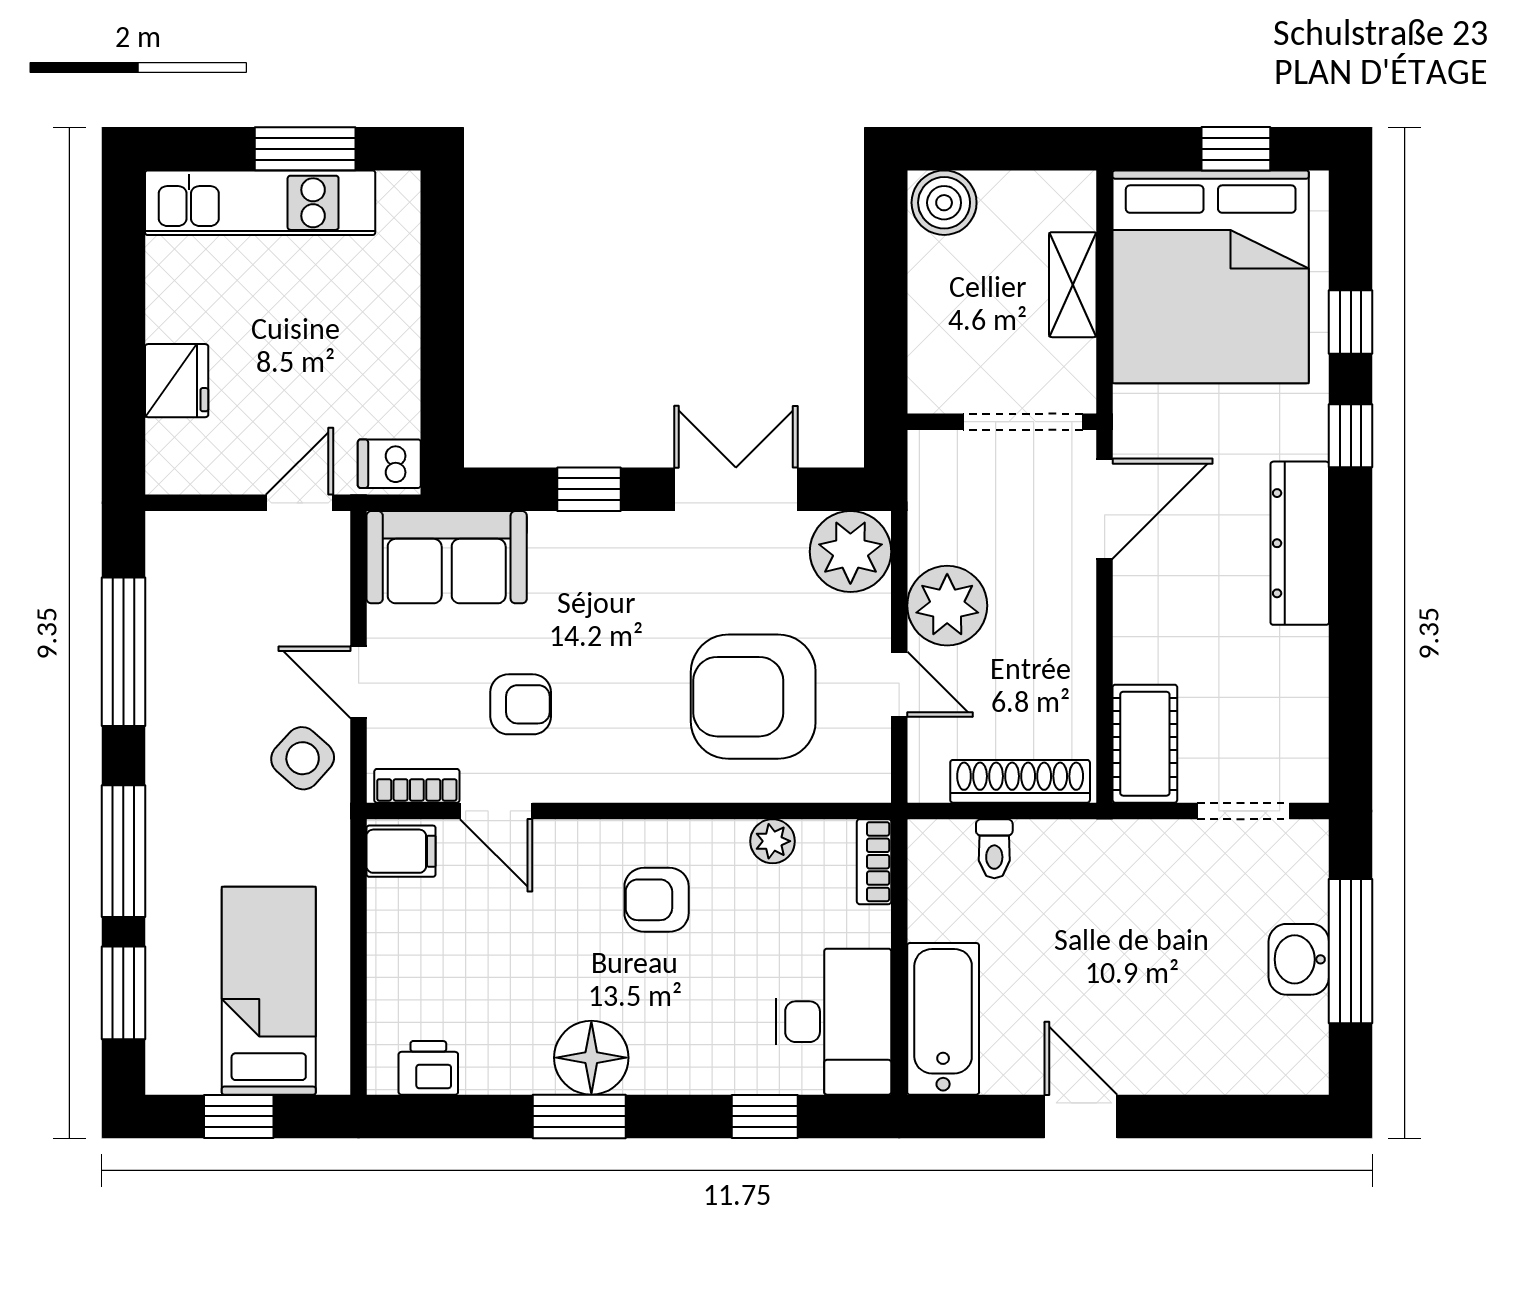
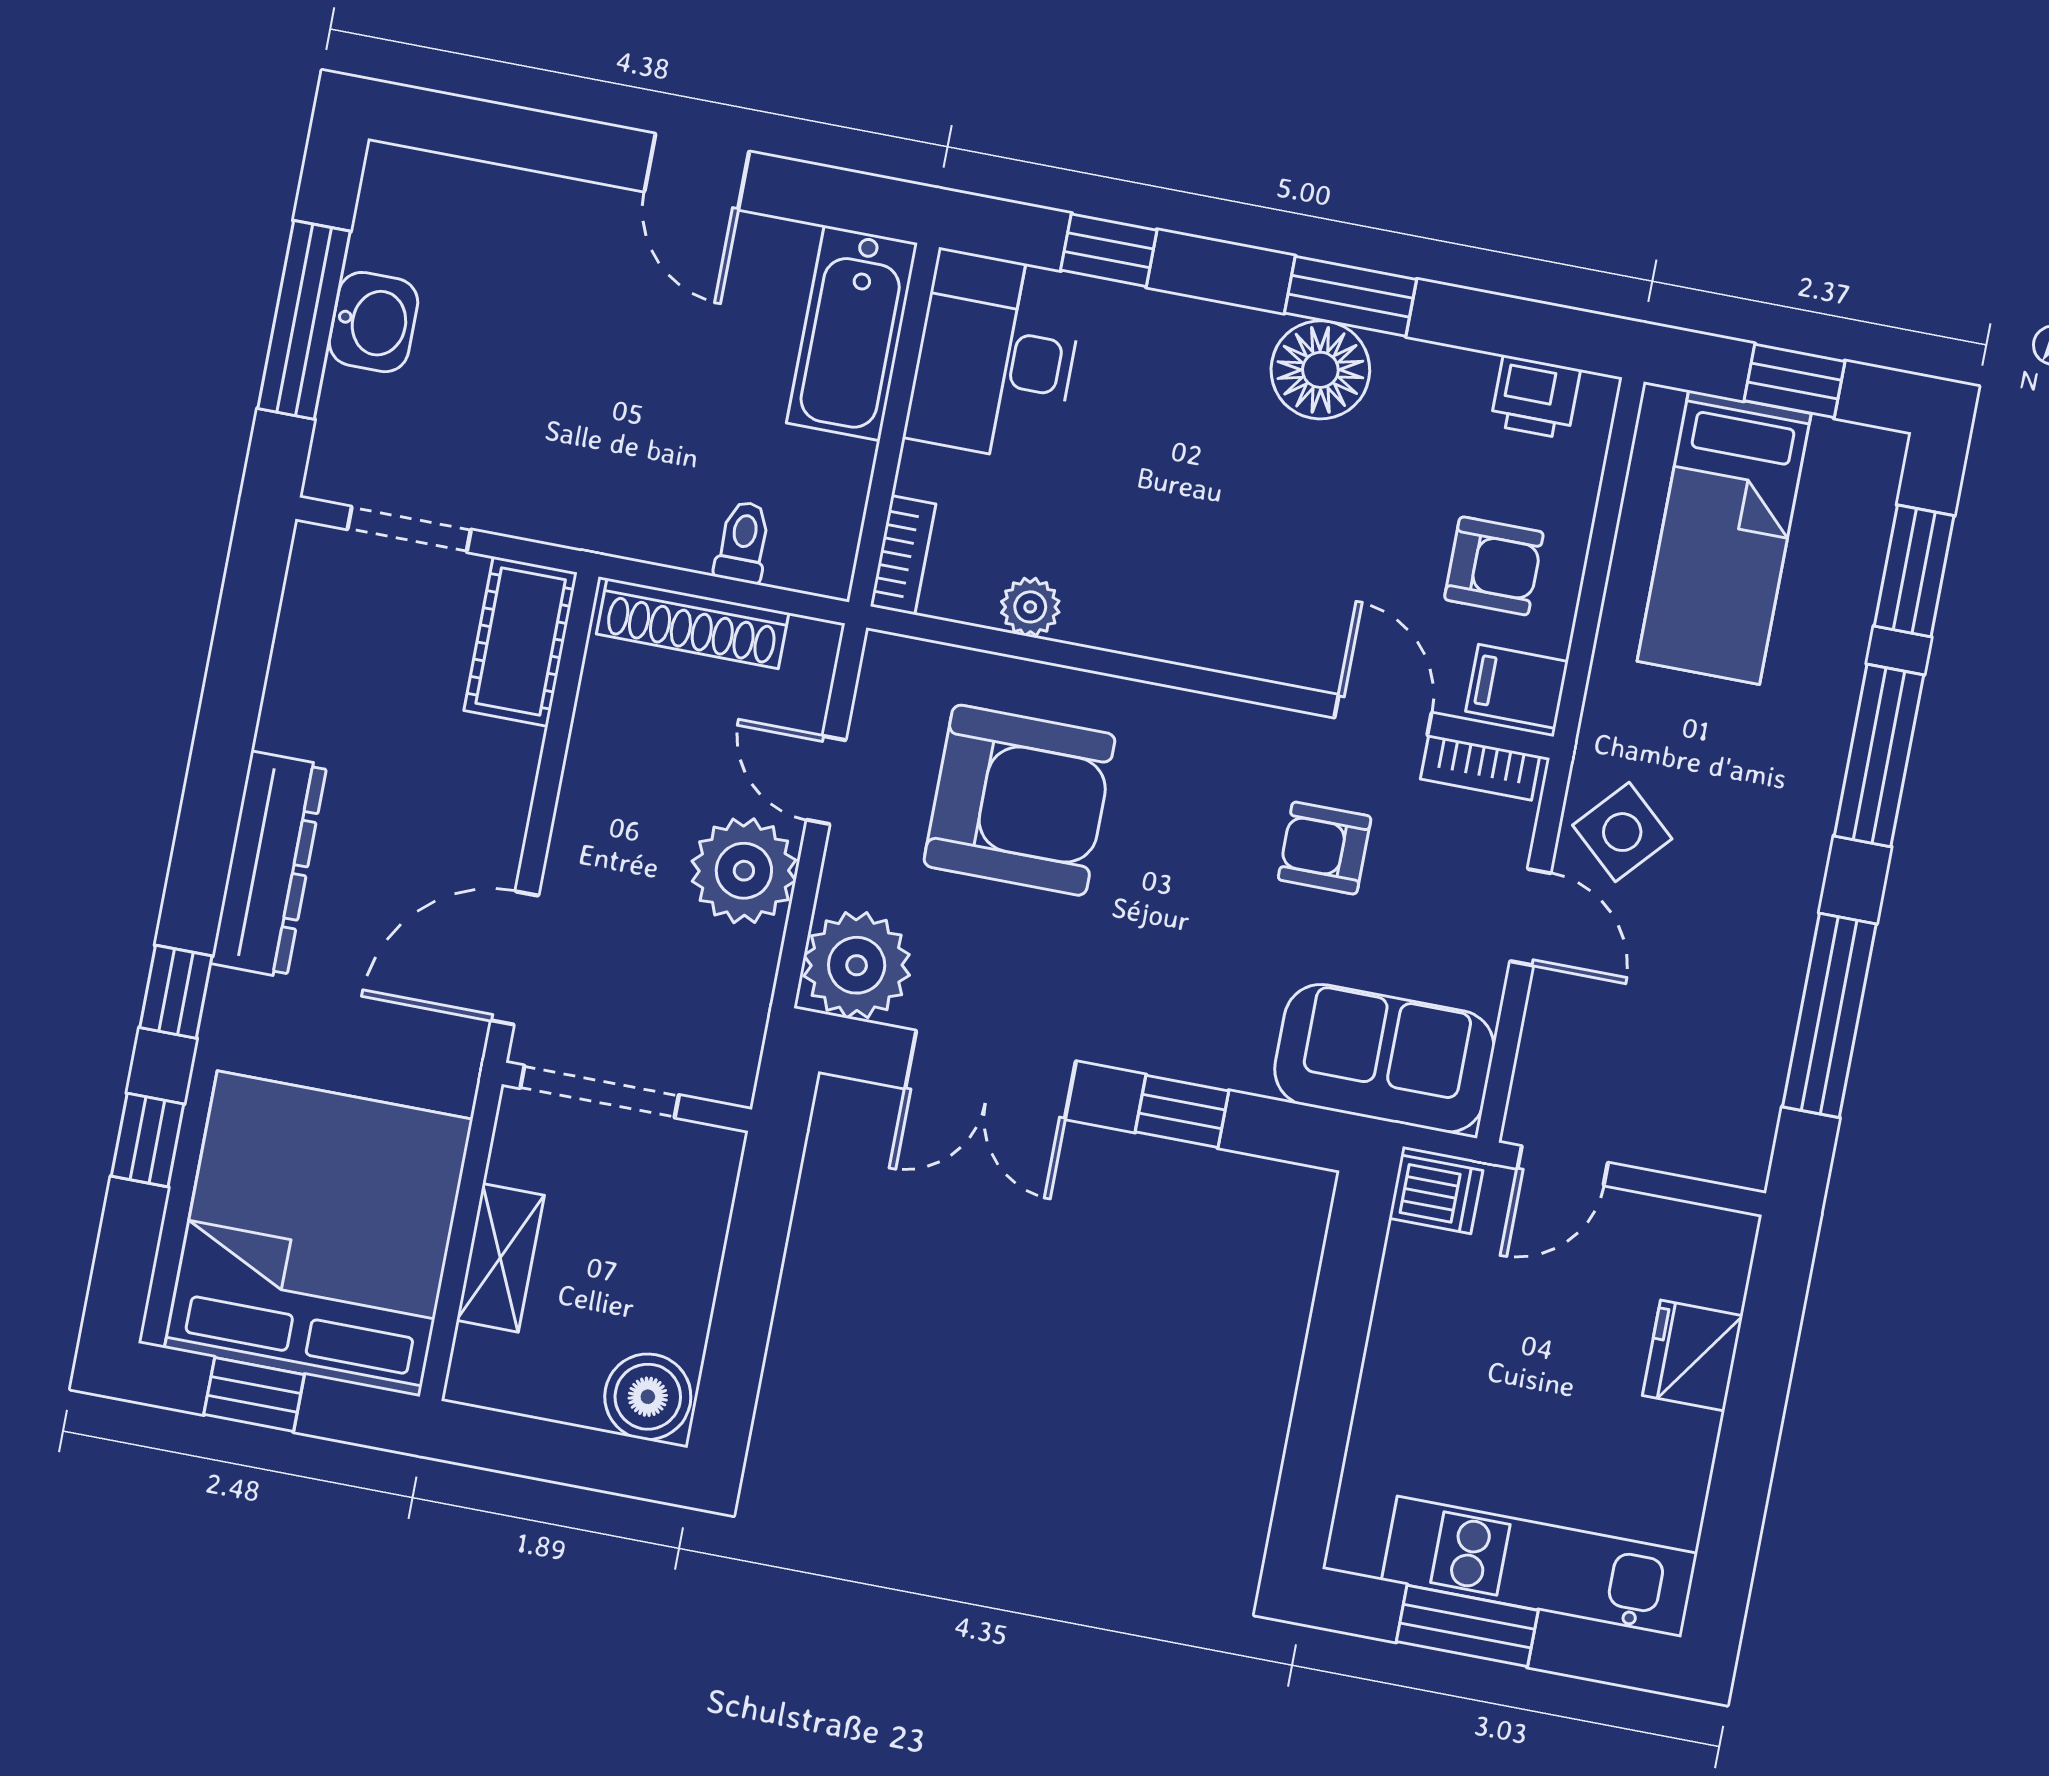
armchair: (657, 900) -> (1494, 566), moved

